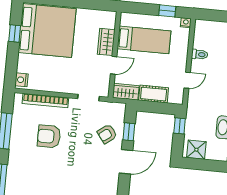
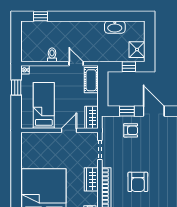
wardrobe: (106, 42) -> (91, 179), moved, turned 90
door: (114, 65) -> (69, 130), hinge flipped
cot: (154, 94) -> (91, 80), moved
window: (180, 126) -> (129, 67), moved
armchair: (107, 134) -> (131, 130), turned -53

